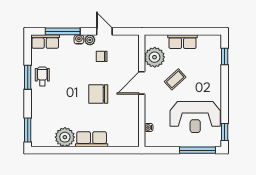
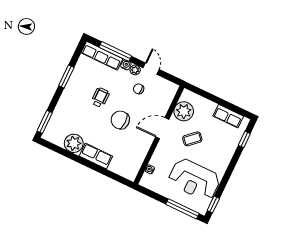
row of seats: (45, 42) -> (102, 56), width x1.48
row of seats: (183, 42) -> (228, 116), moved
wheelchair: (42, 76) -> (100, 97), moved

